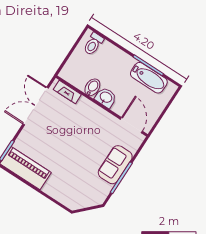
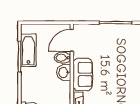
bidet: (92, 87) -> (63, 58), moved
sofa: (115, 165) -> (83, 74), moved, turned -90

